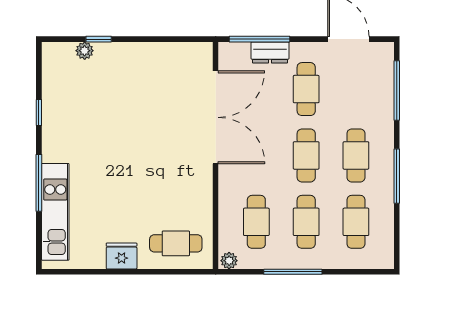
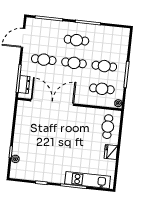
dresser: (270, 52) -> (24, 85), moved
cafe table: (356, 222) -> (107, 43), removed

